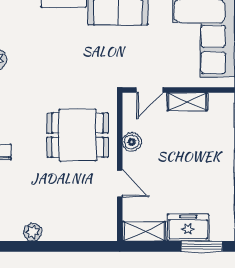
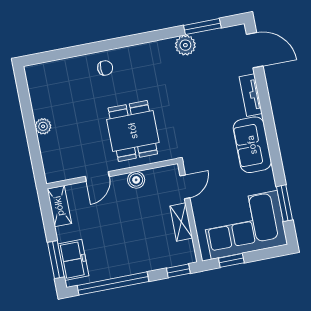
door: (150, 90) -> (185, 187), swing flipped
freezer: (188, 227) -> (73, 260), moved
plant: (33, 232) -> (43, 126), moved

